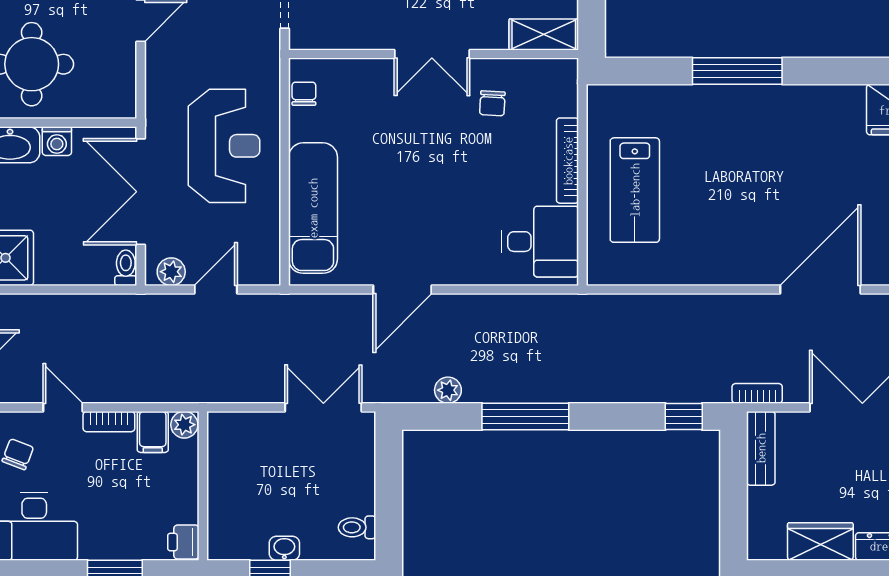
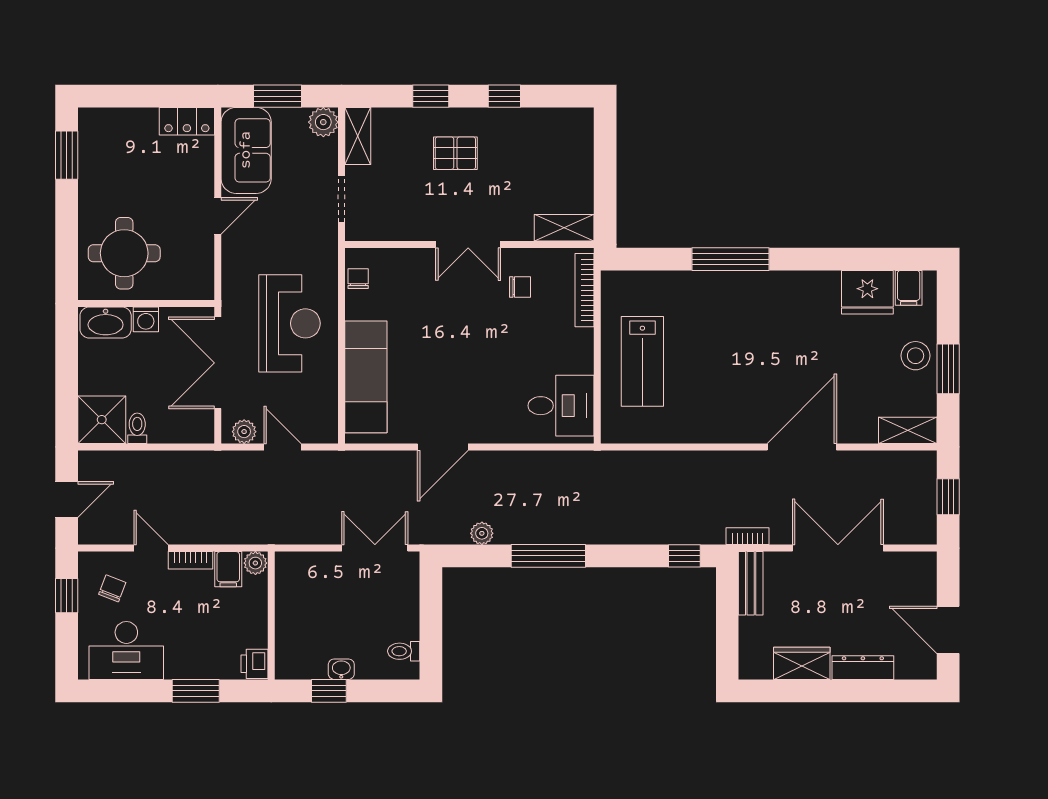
chair: (492, 103) -> (520, 287), turned -93
bookcase: (568, 161) -> (585, 290), moved
toilet: (126, 268) -> (137, 428), moved
door: (216, 290) -> (282, 447), hinge flipped

